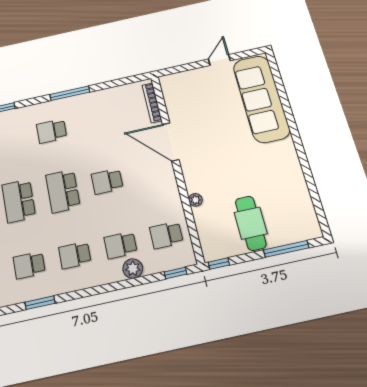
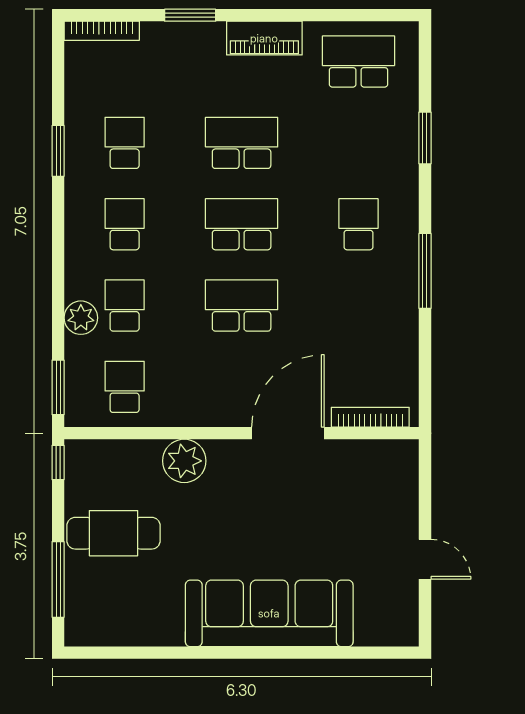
sofa: (261, 99) -> (269, 613), moved
school desk: (107, 181) -> (242, 306), width x1.85
plant: (195, 200) -> (184, 461), width x1.88, depth x1.88
window: (176, 273) -> (58, 387), width x1.50

